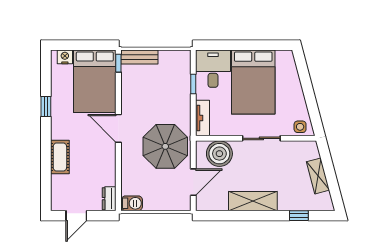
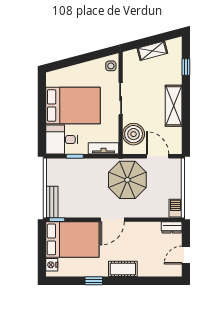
cot: (60, 157) -> (123, 269), moved
door: (76, 216) -> (186, 255), swing flipped

